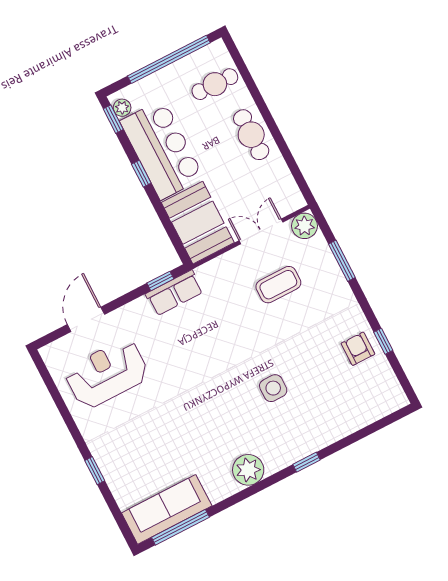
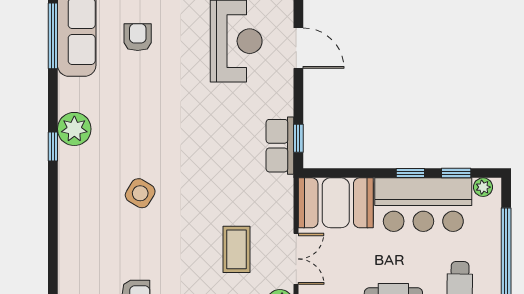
window: (113, 119) -> (456, 173), moved
side table: (273, 388) -> (140, 193), turned 31
armchair: (145, 457) -> (138, 37), added
window: (307, 462) -> (53, 147), moved

